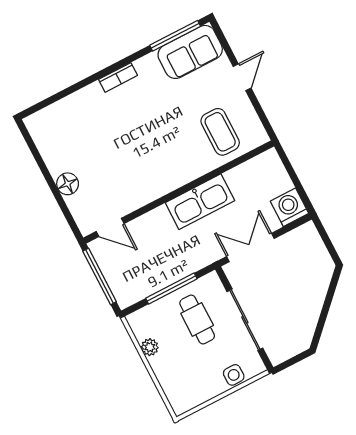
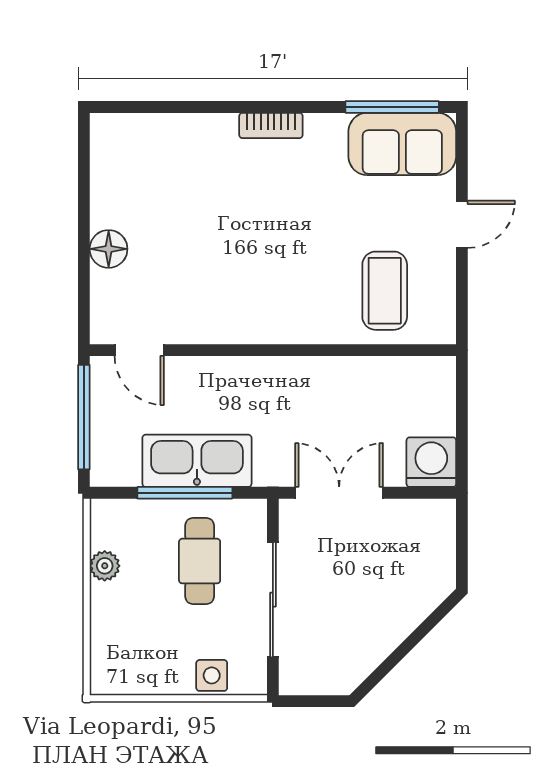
kitchen sink: (200, 202) -> (197, 461), moved, turned 180

